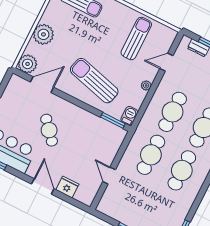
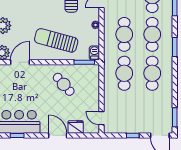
cafe table: (49, 130) -> (64, 84), moved
door: (109, 176) -> (102, 118), moved

